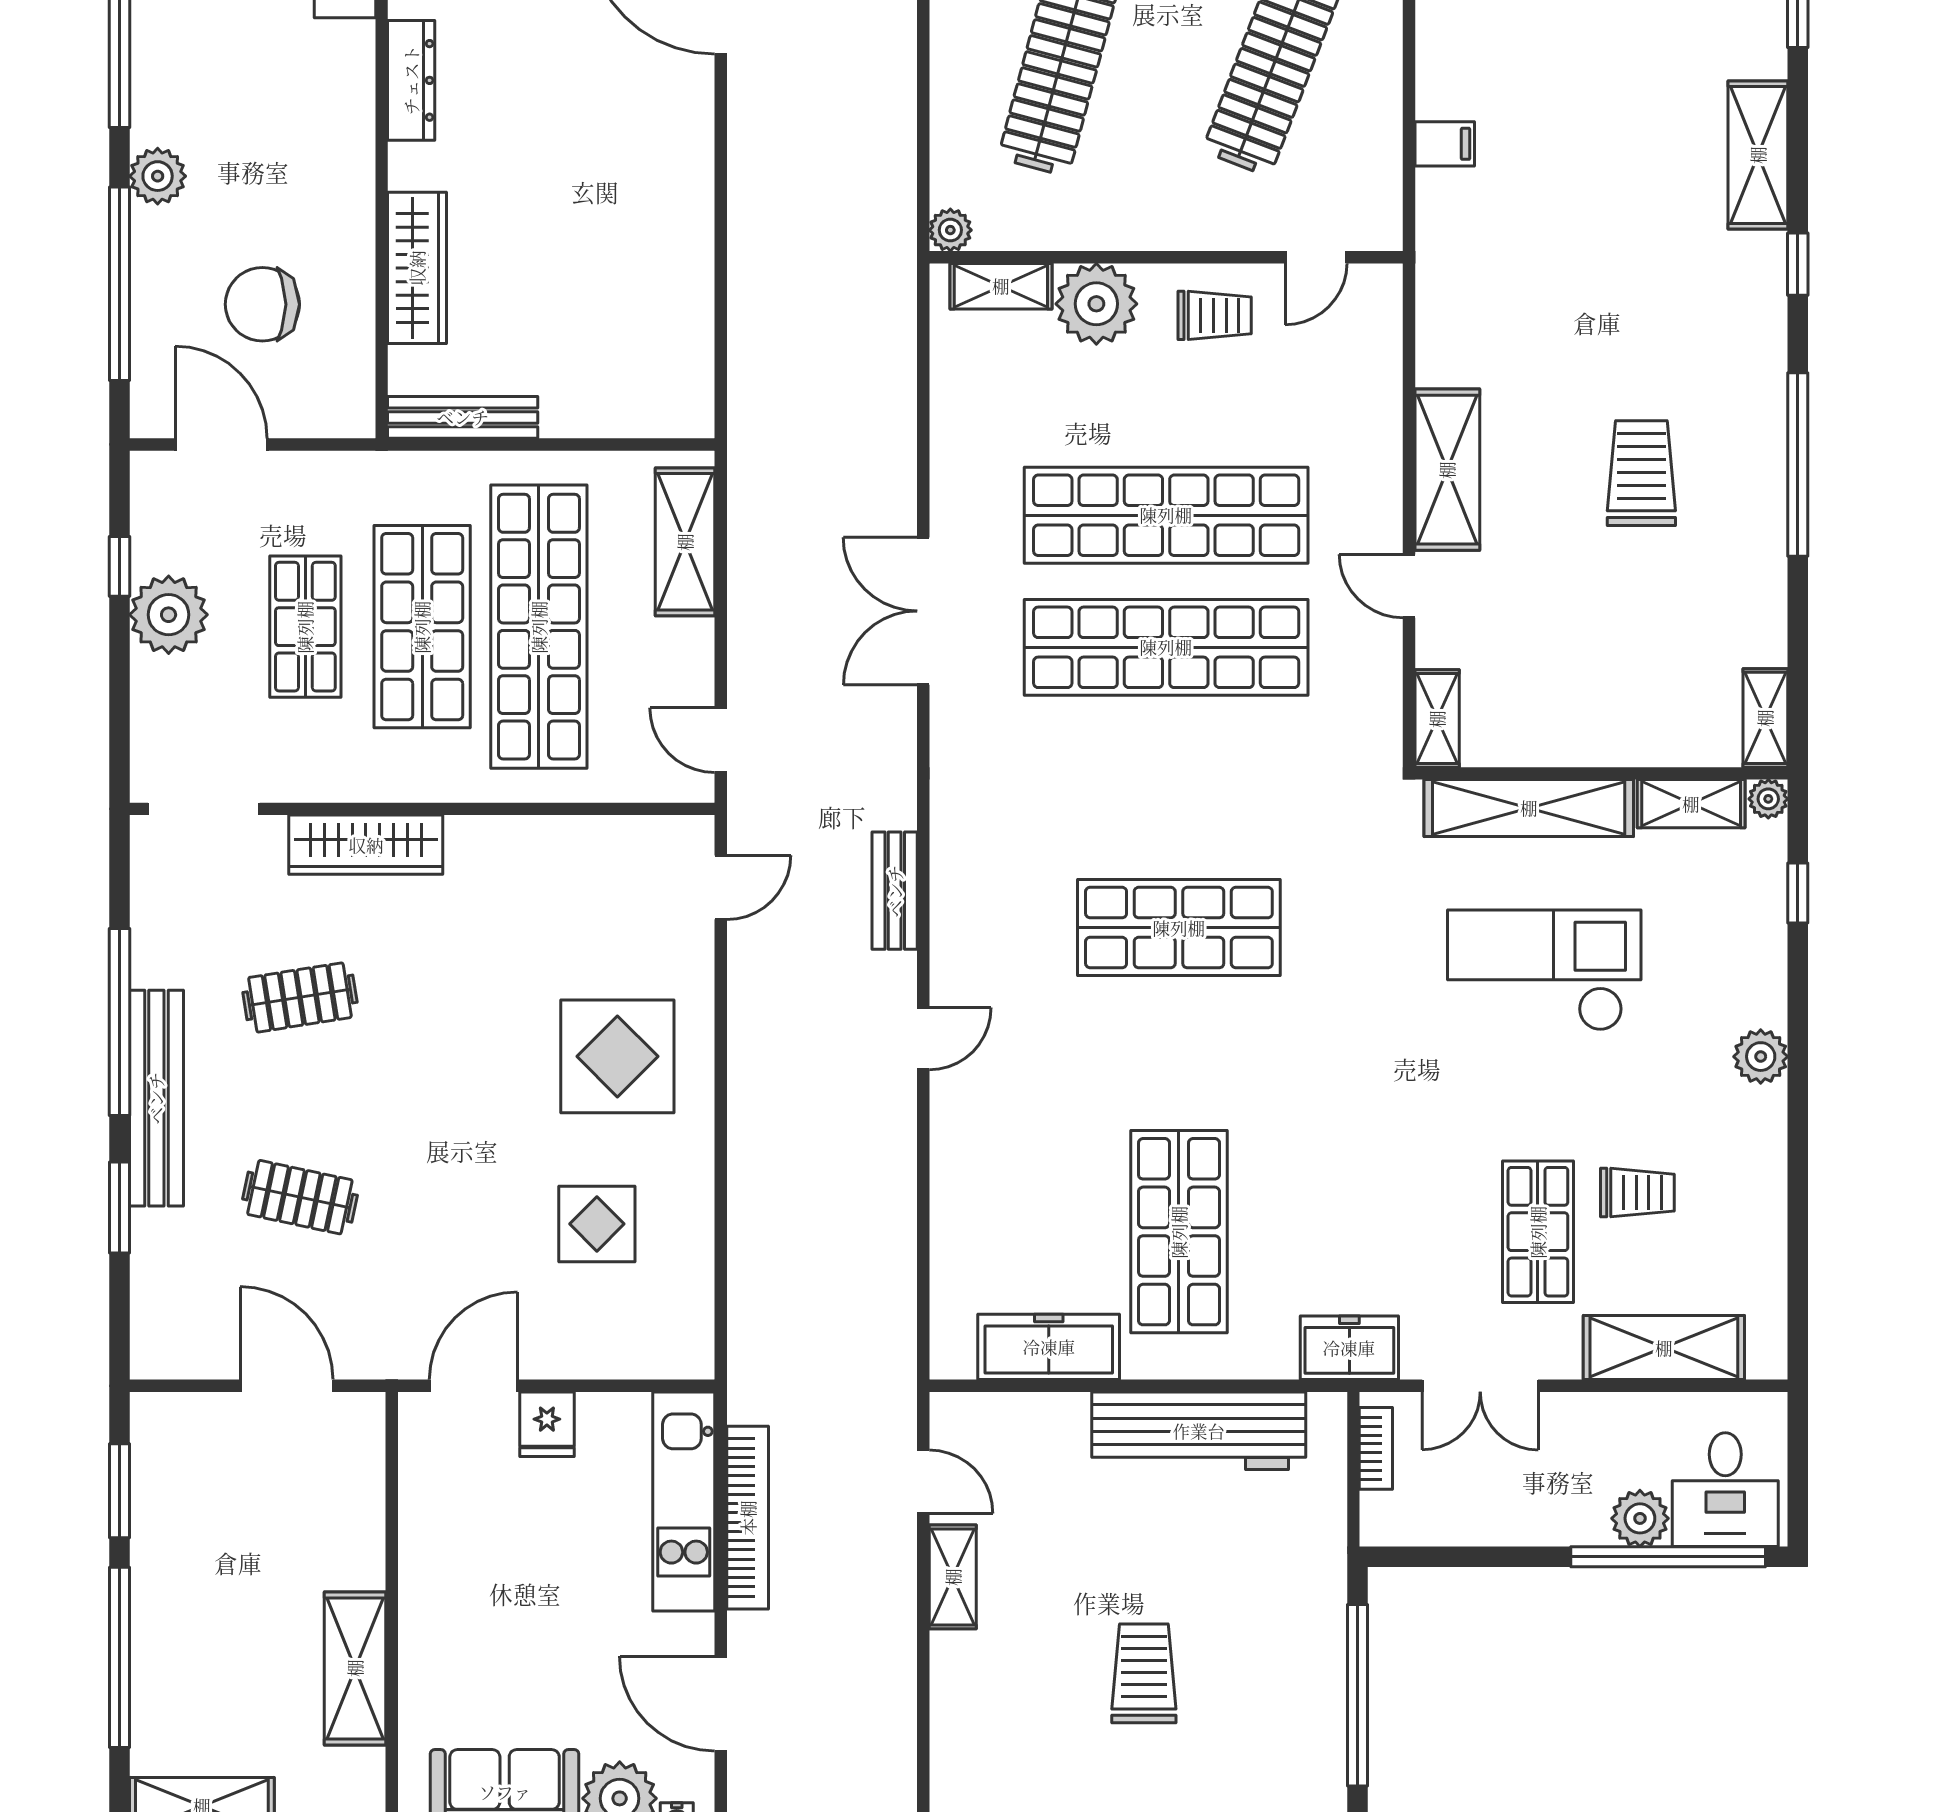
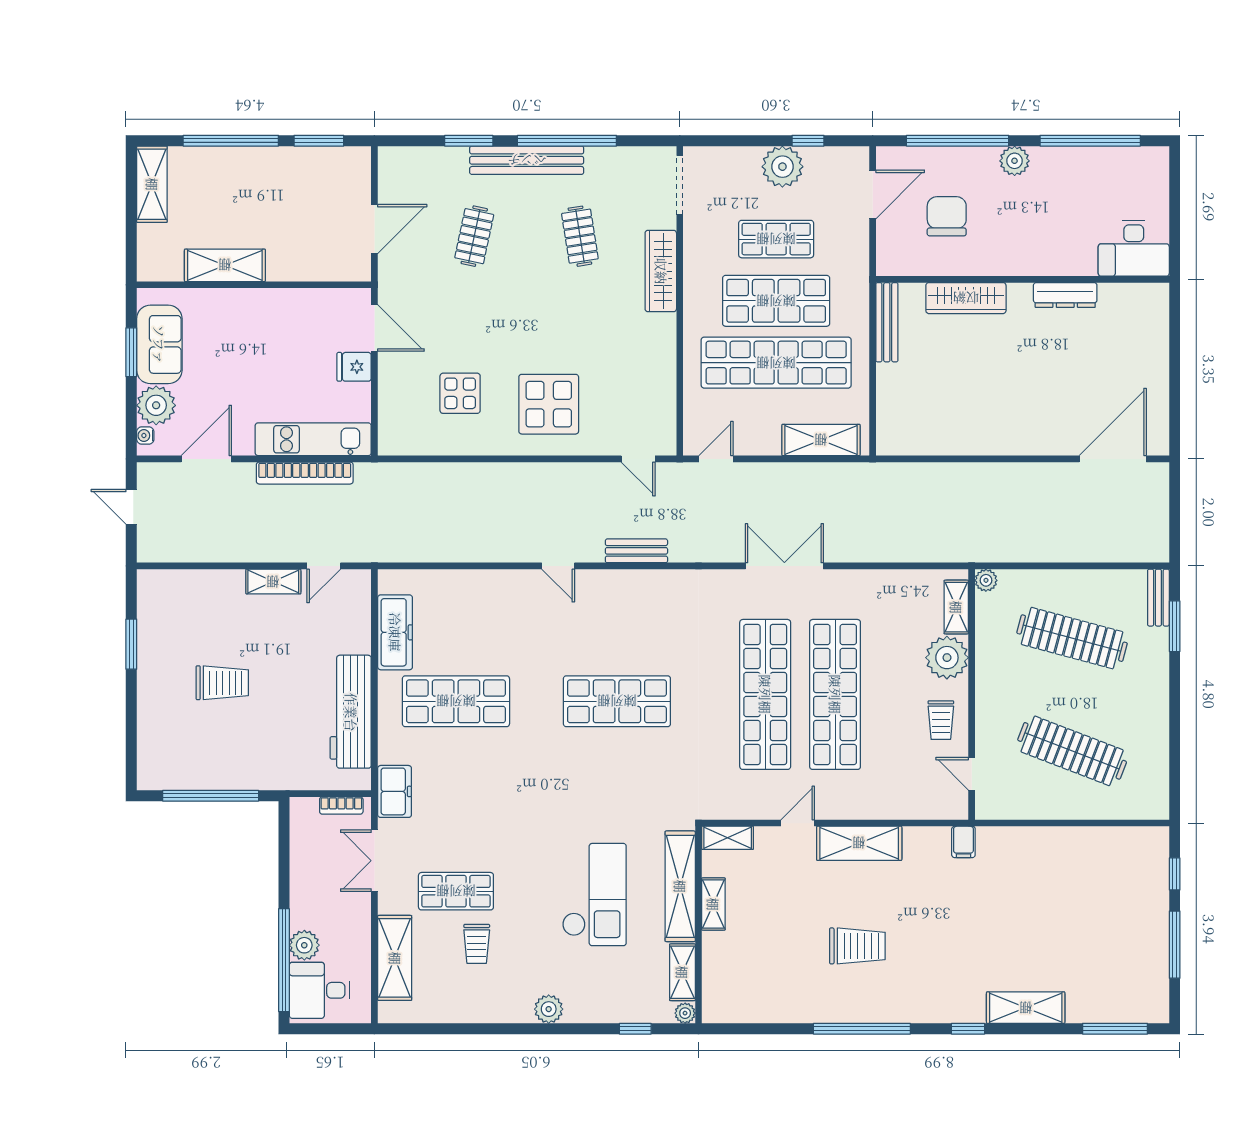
filing cabinet: (1445, 144) -> (963, 842), moved
shelving: (1765, 718) -> (713, 904), moved, turned 90
shop shelf: (1179, 928) -> (617, 701), turned 90

